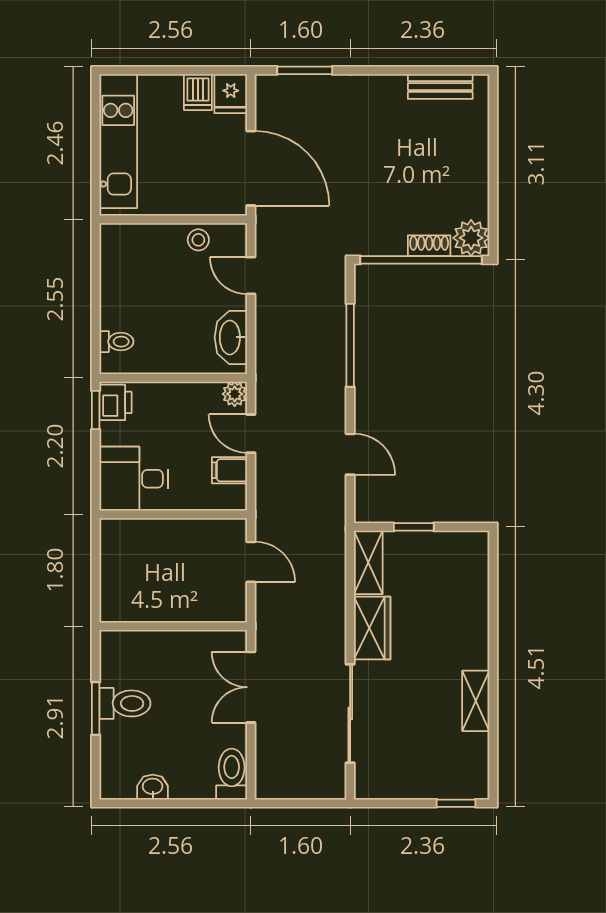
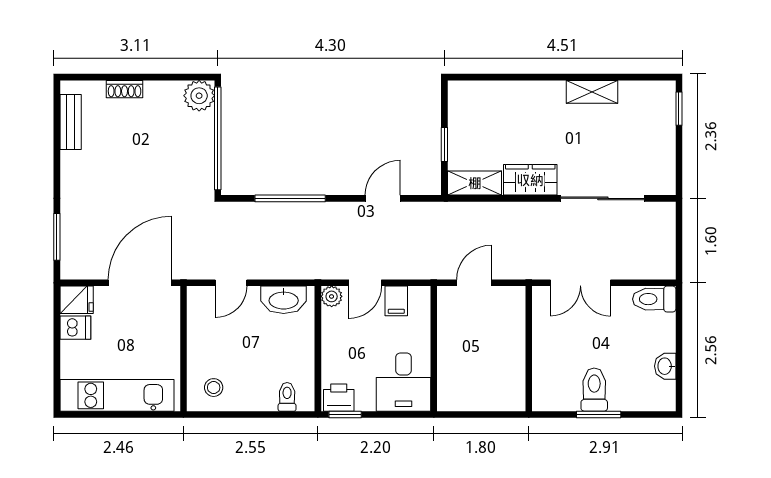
stool: (198, 240) -> (214, 388), moved
shoe rack: (429, 246) -> (125, 89), moved, turned -90

